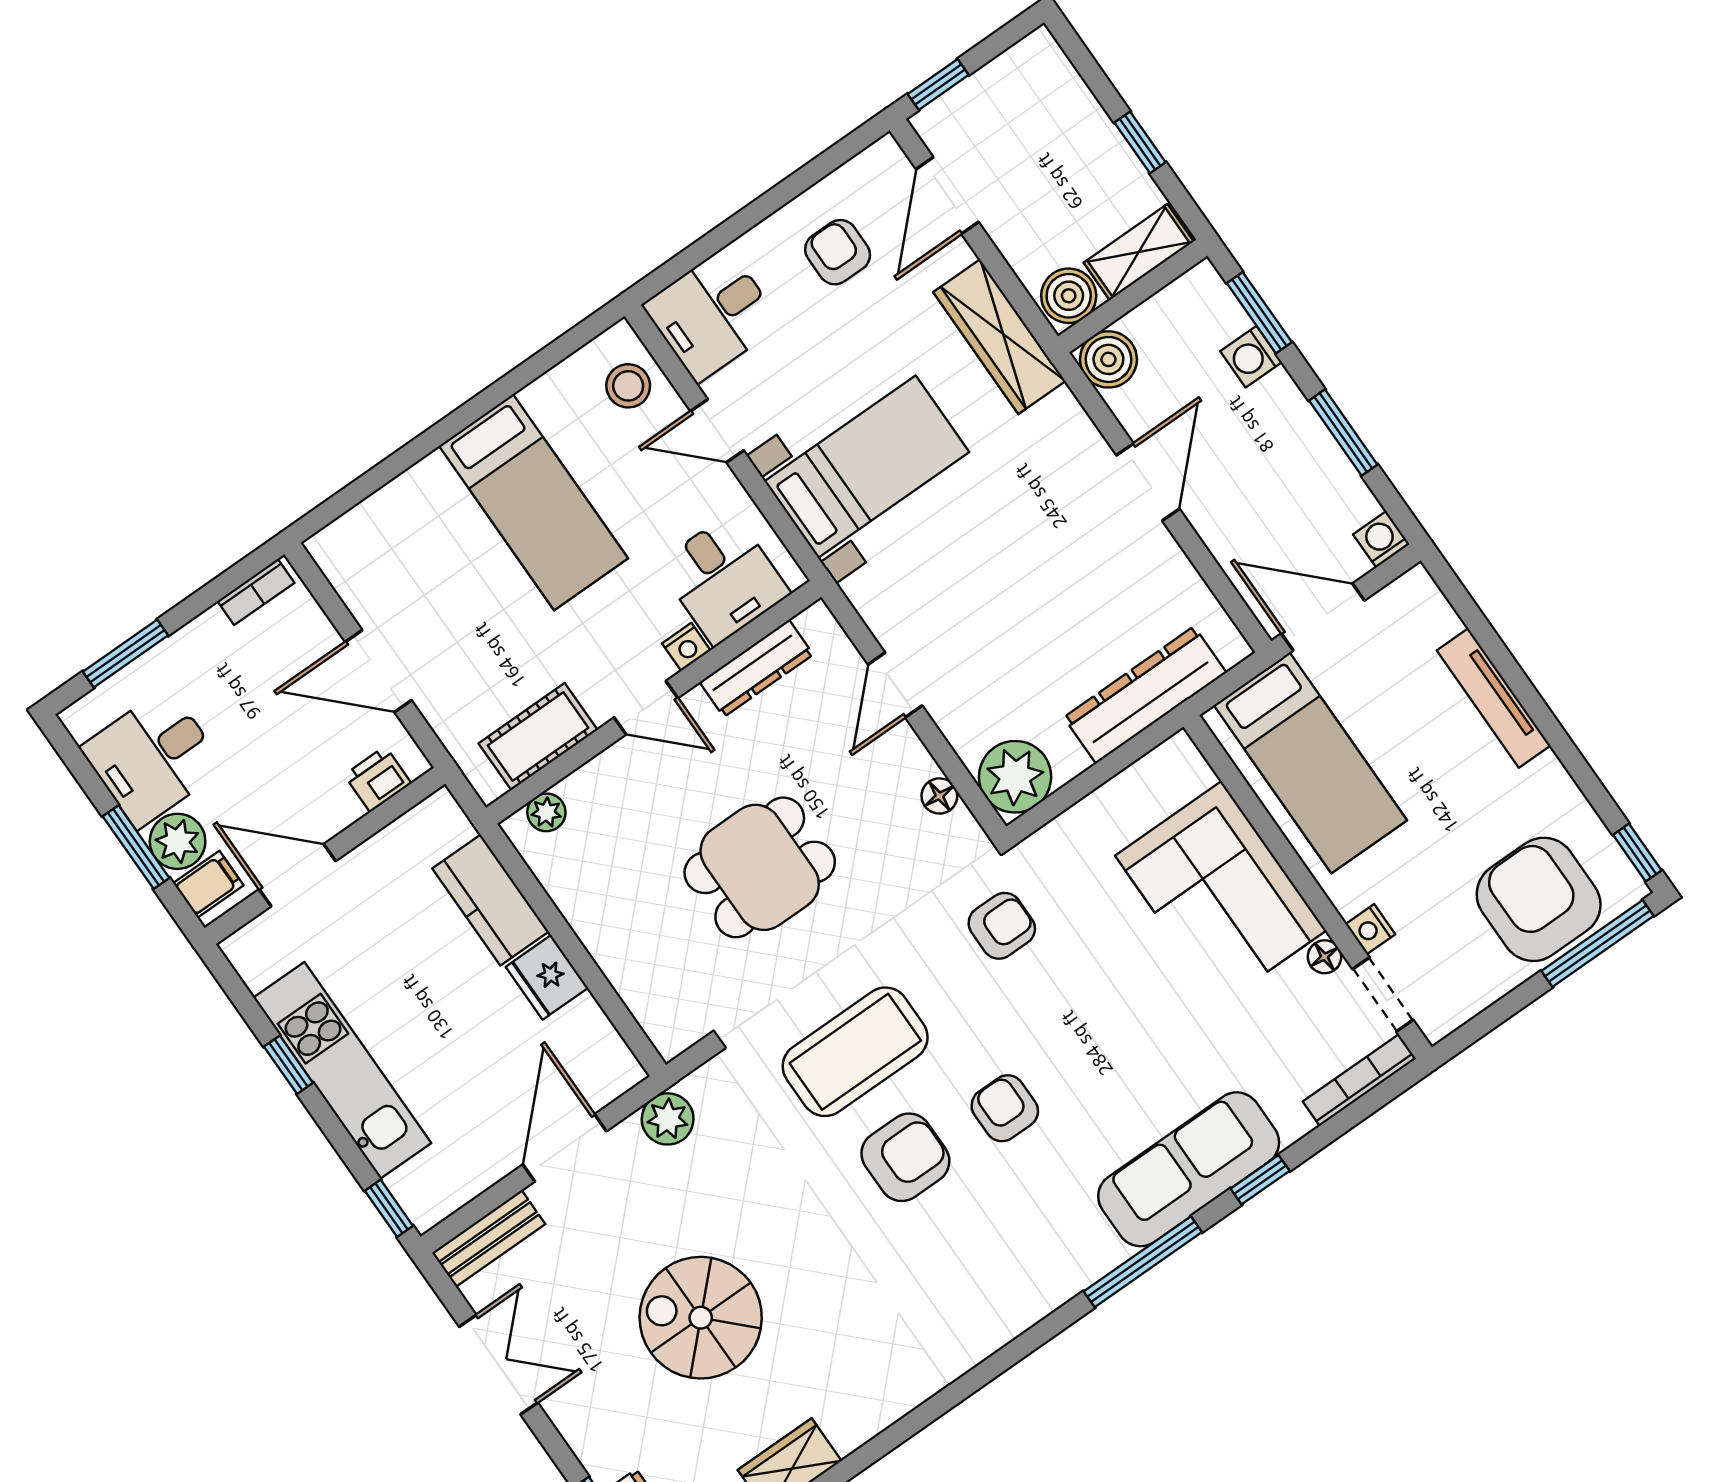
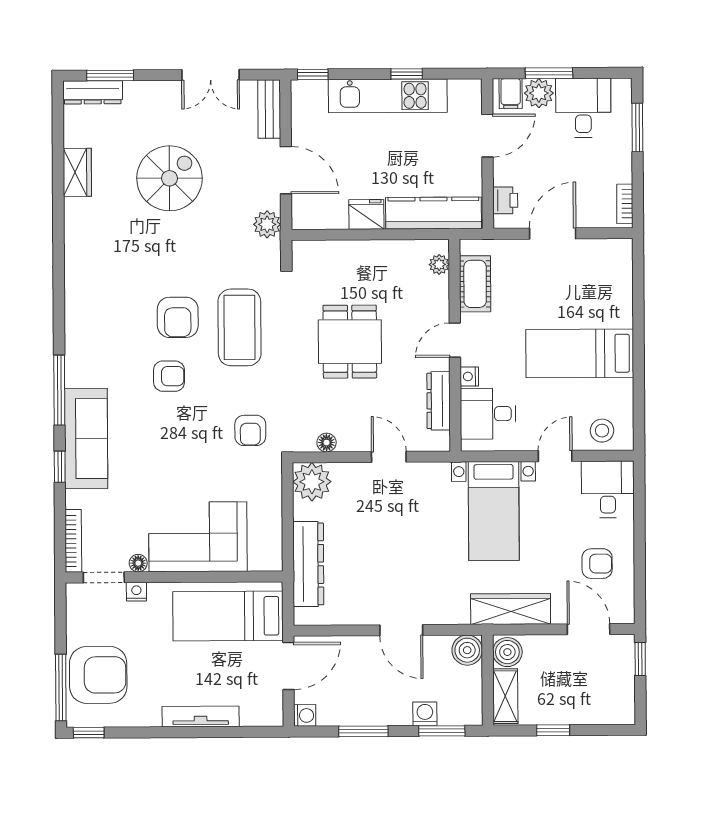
kitchen counter: (491, 900) -> (433, 213), width x1.50

